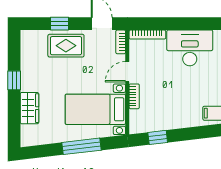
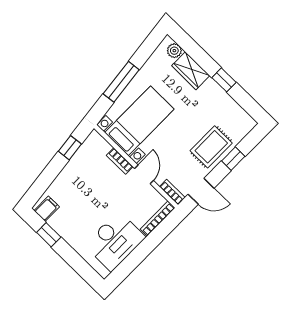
plant: (27, 132) -> (174, 51), added

